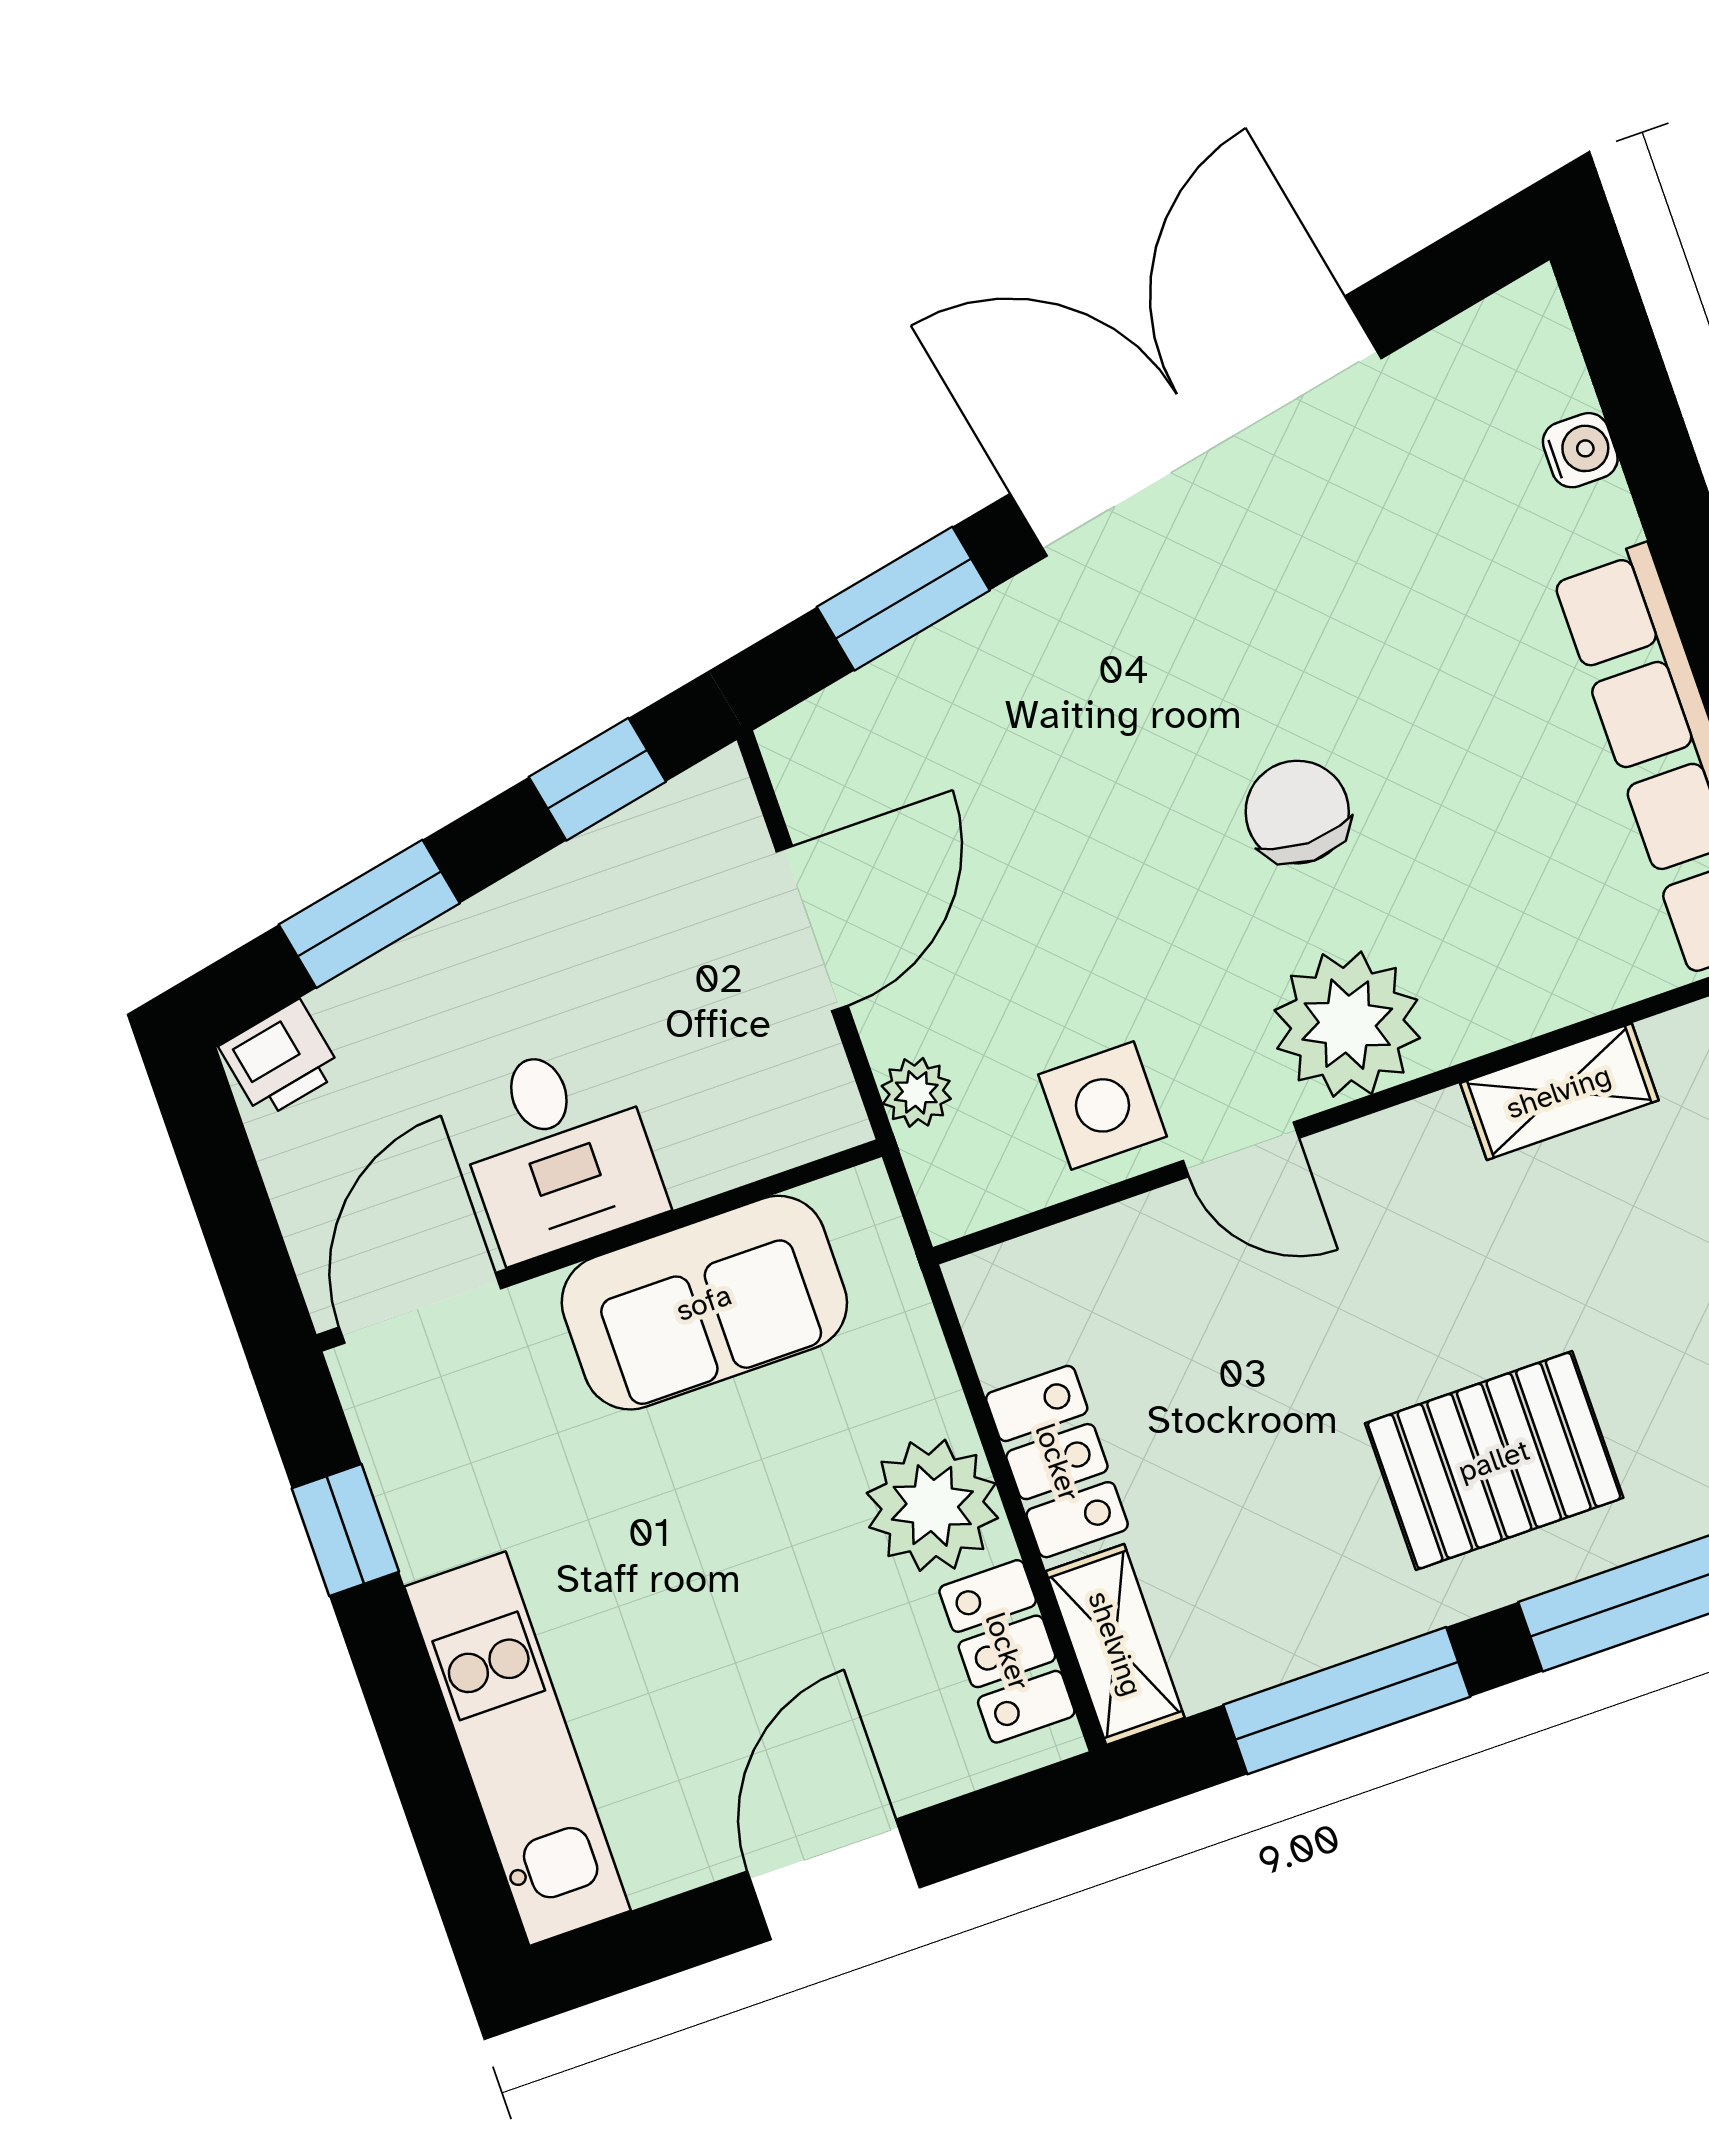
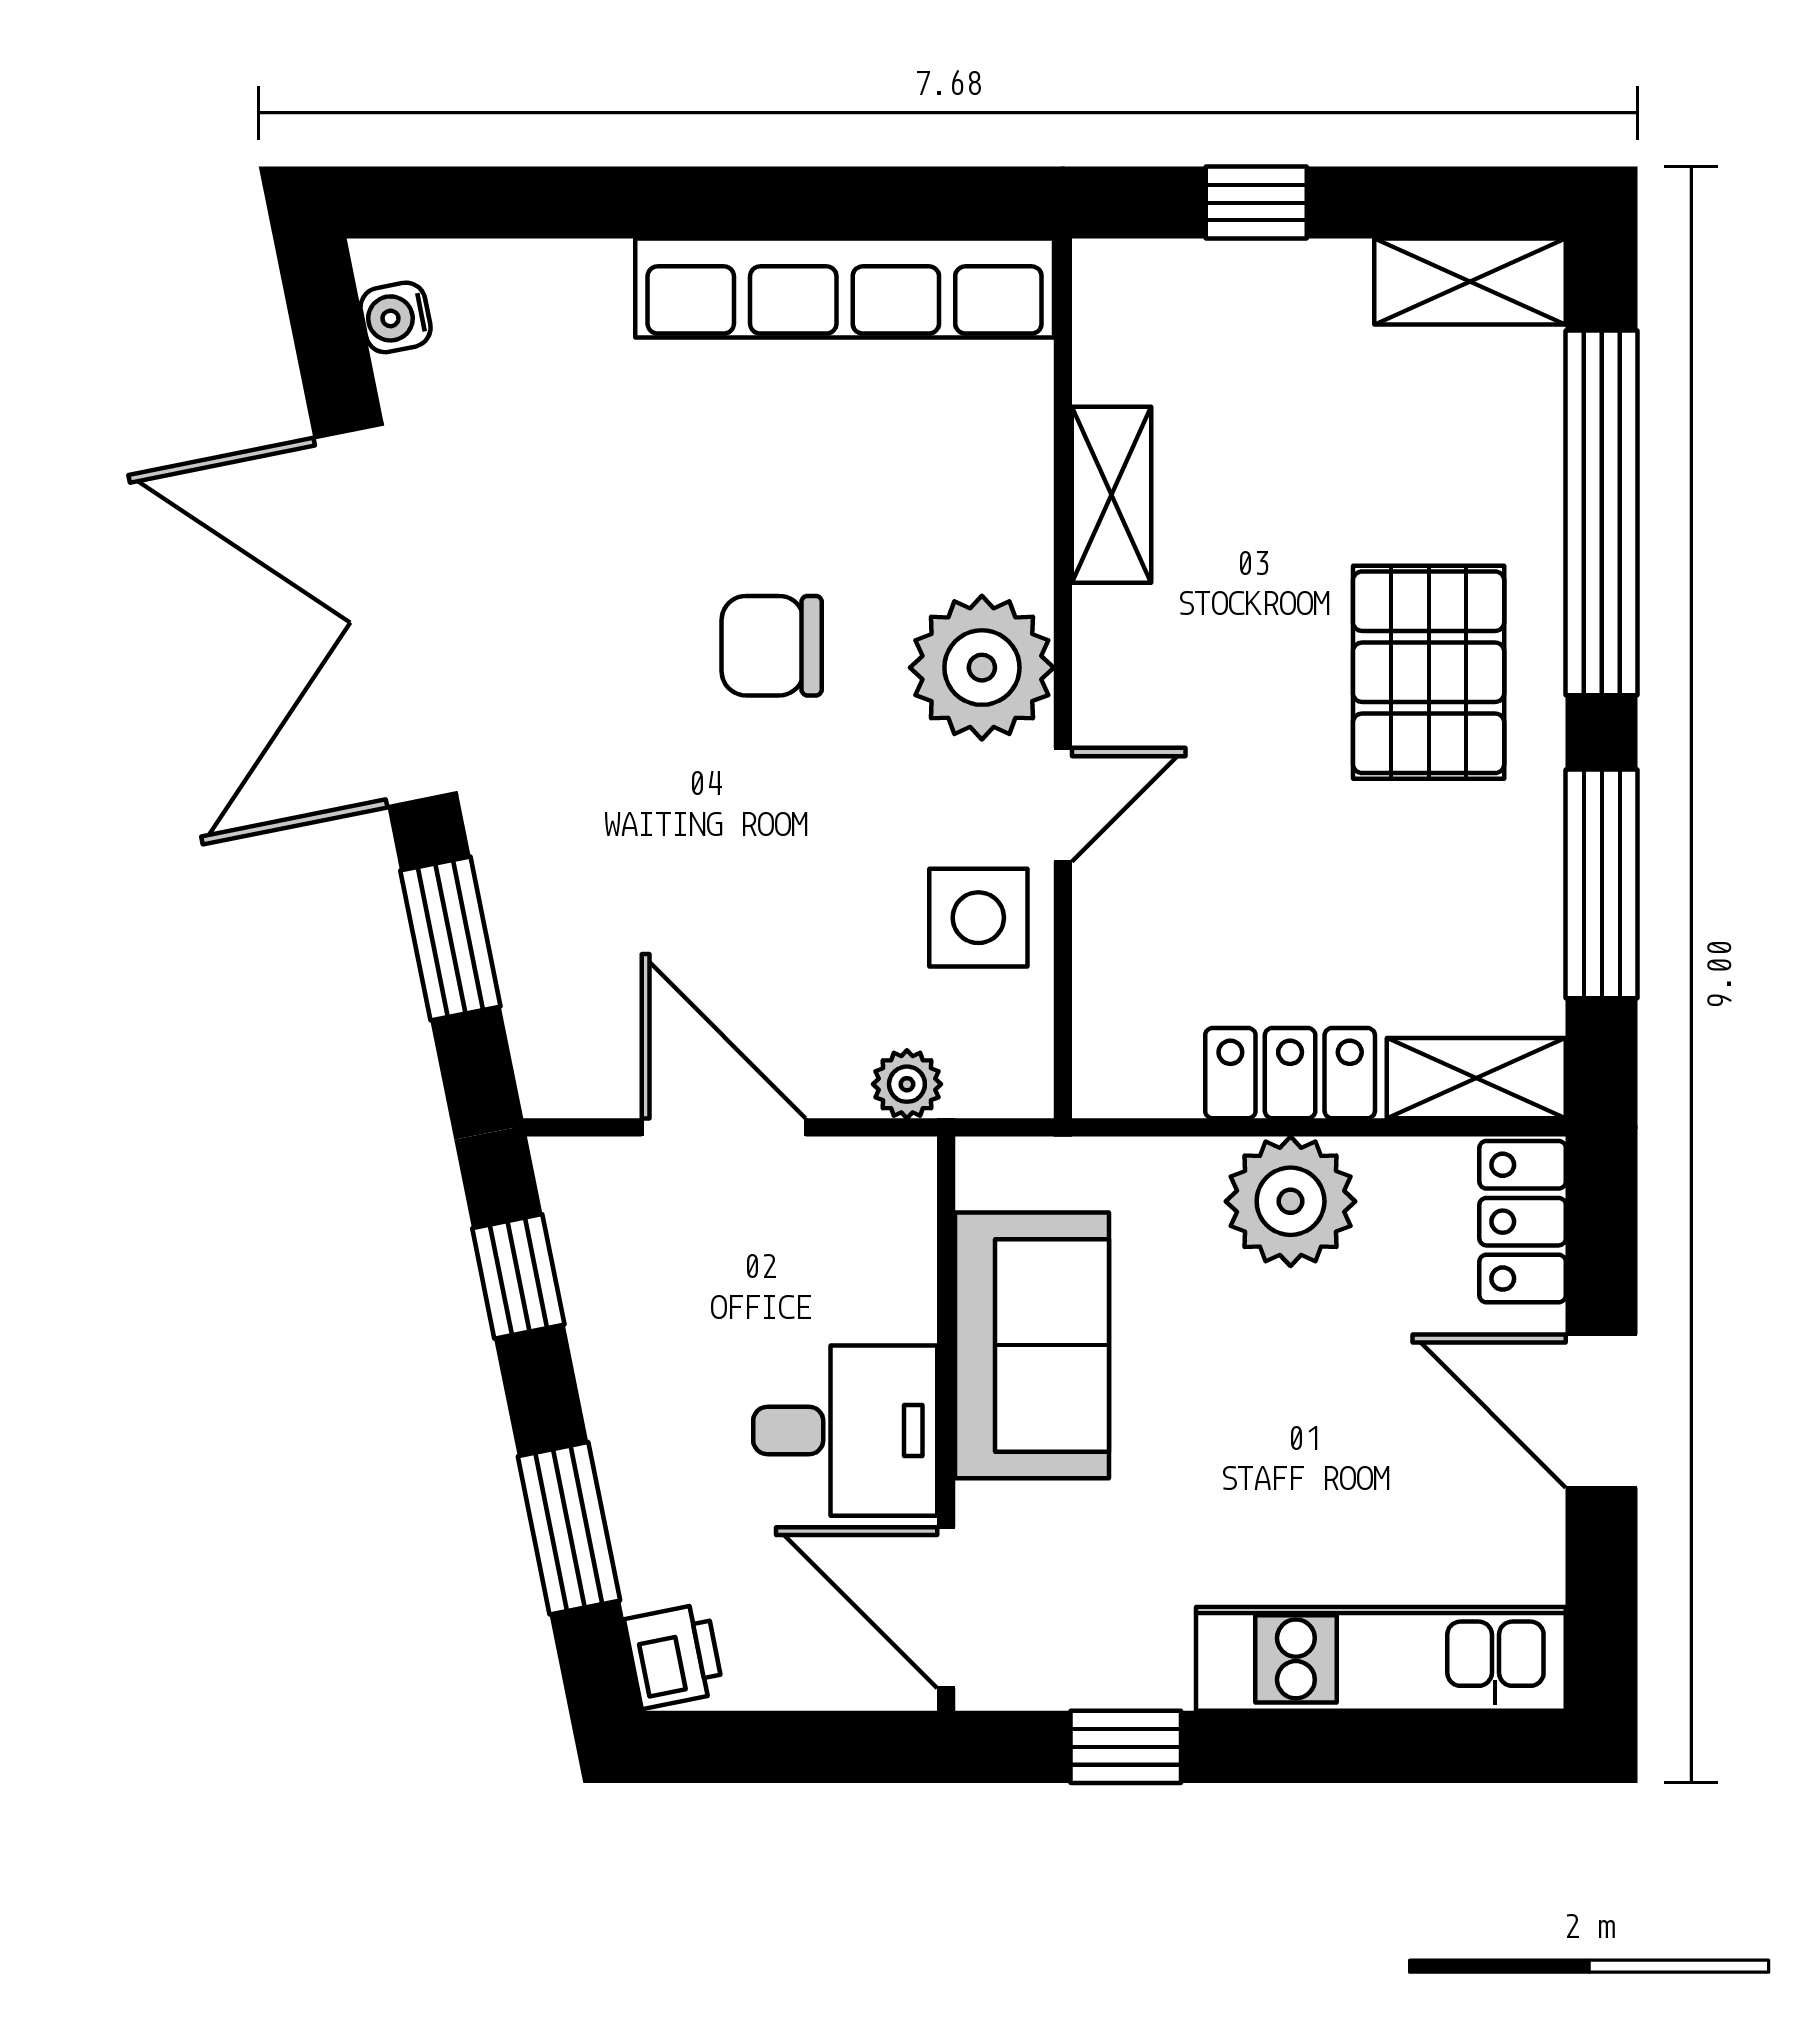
water cooler: (1580, 450) -> (396, 317), moved, turned -101
locker: (1007, 1651) -> (1523, 1222), moved, turned 90

